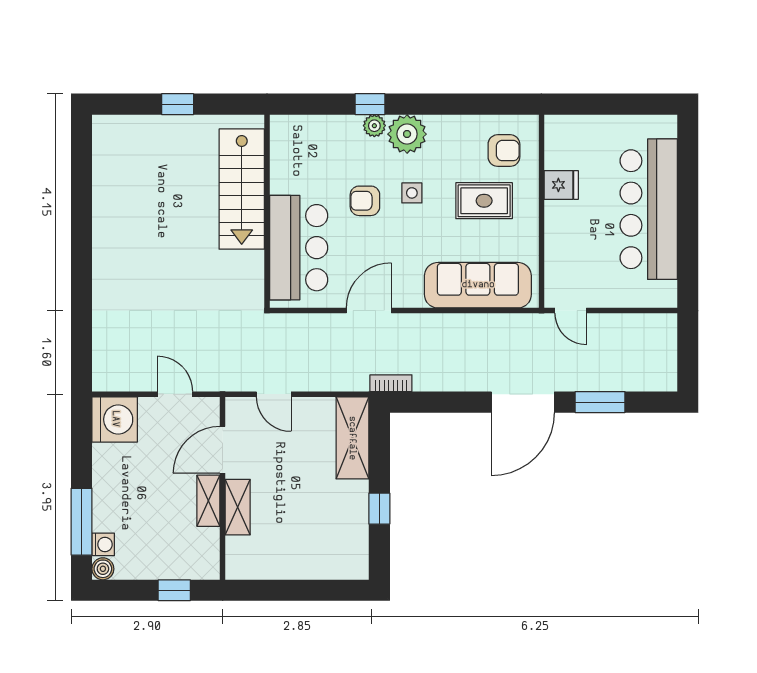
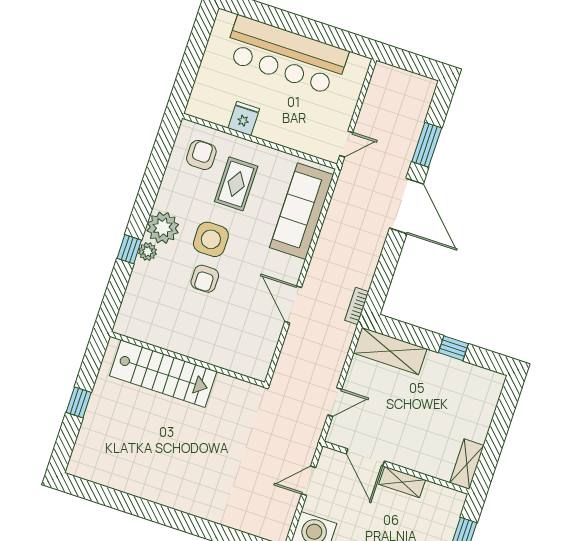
side table: (412, 193) -> (211, 239), width x1.87, depth x1.87
bar counter: (299, 248) -> (225, 344), removed
shelving: (238, 507) -> (467, 464), moved, turned 90

